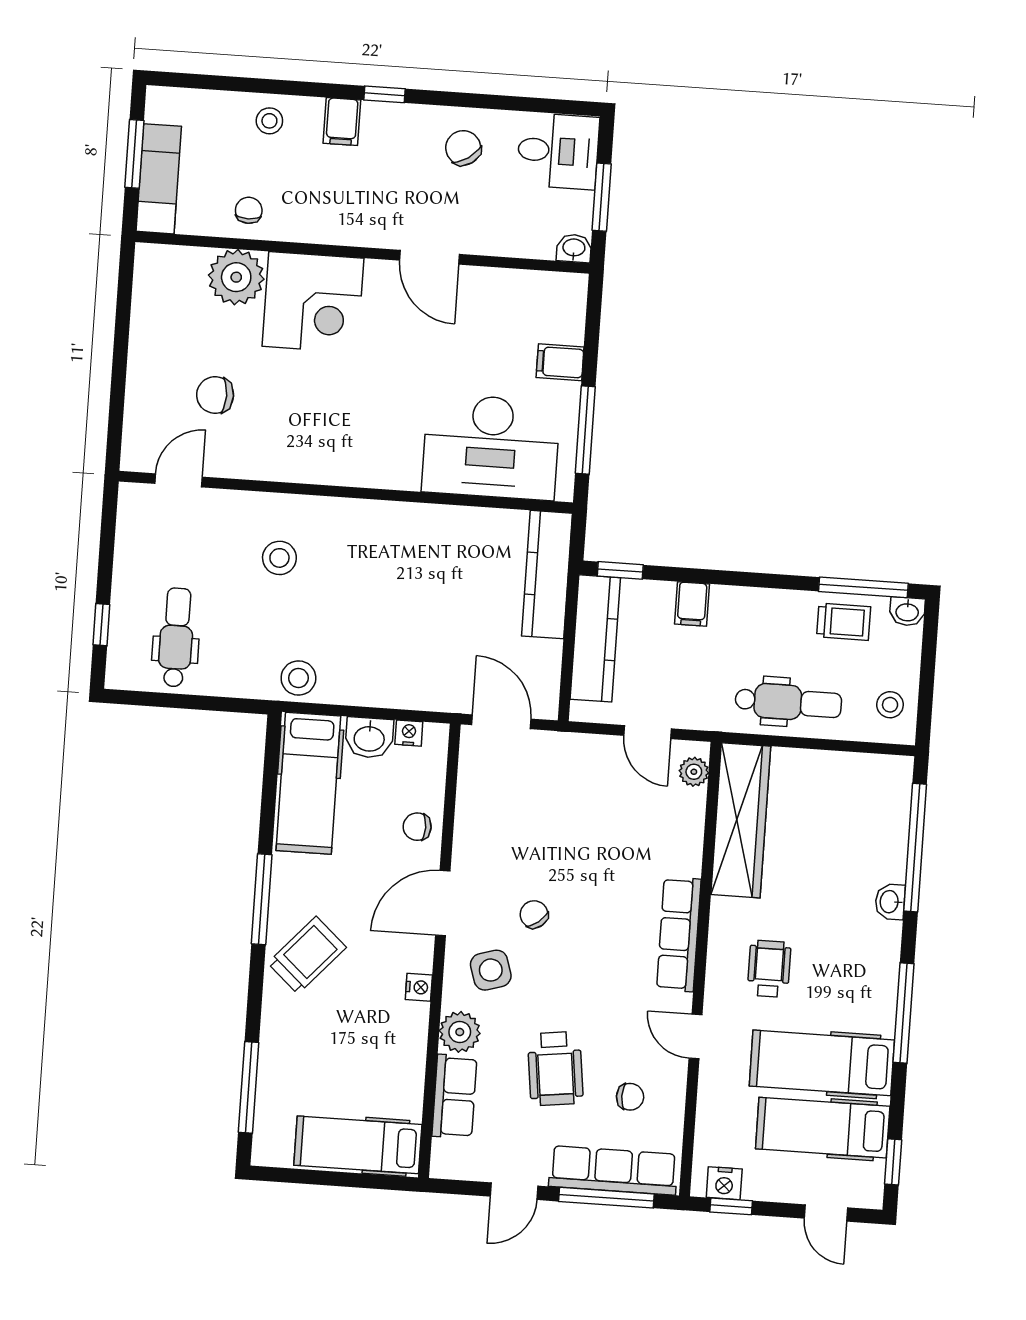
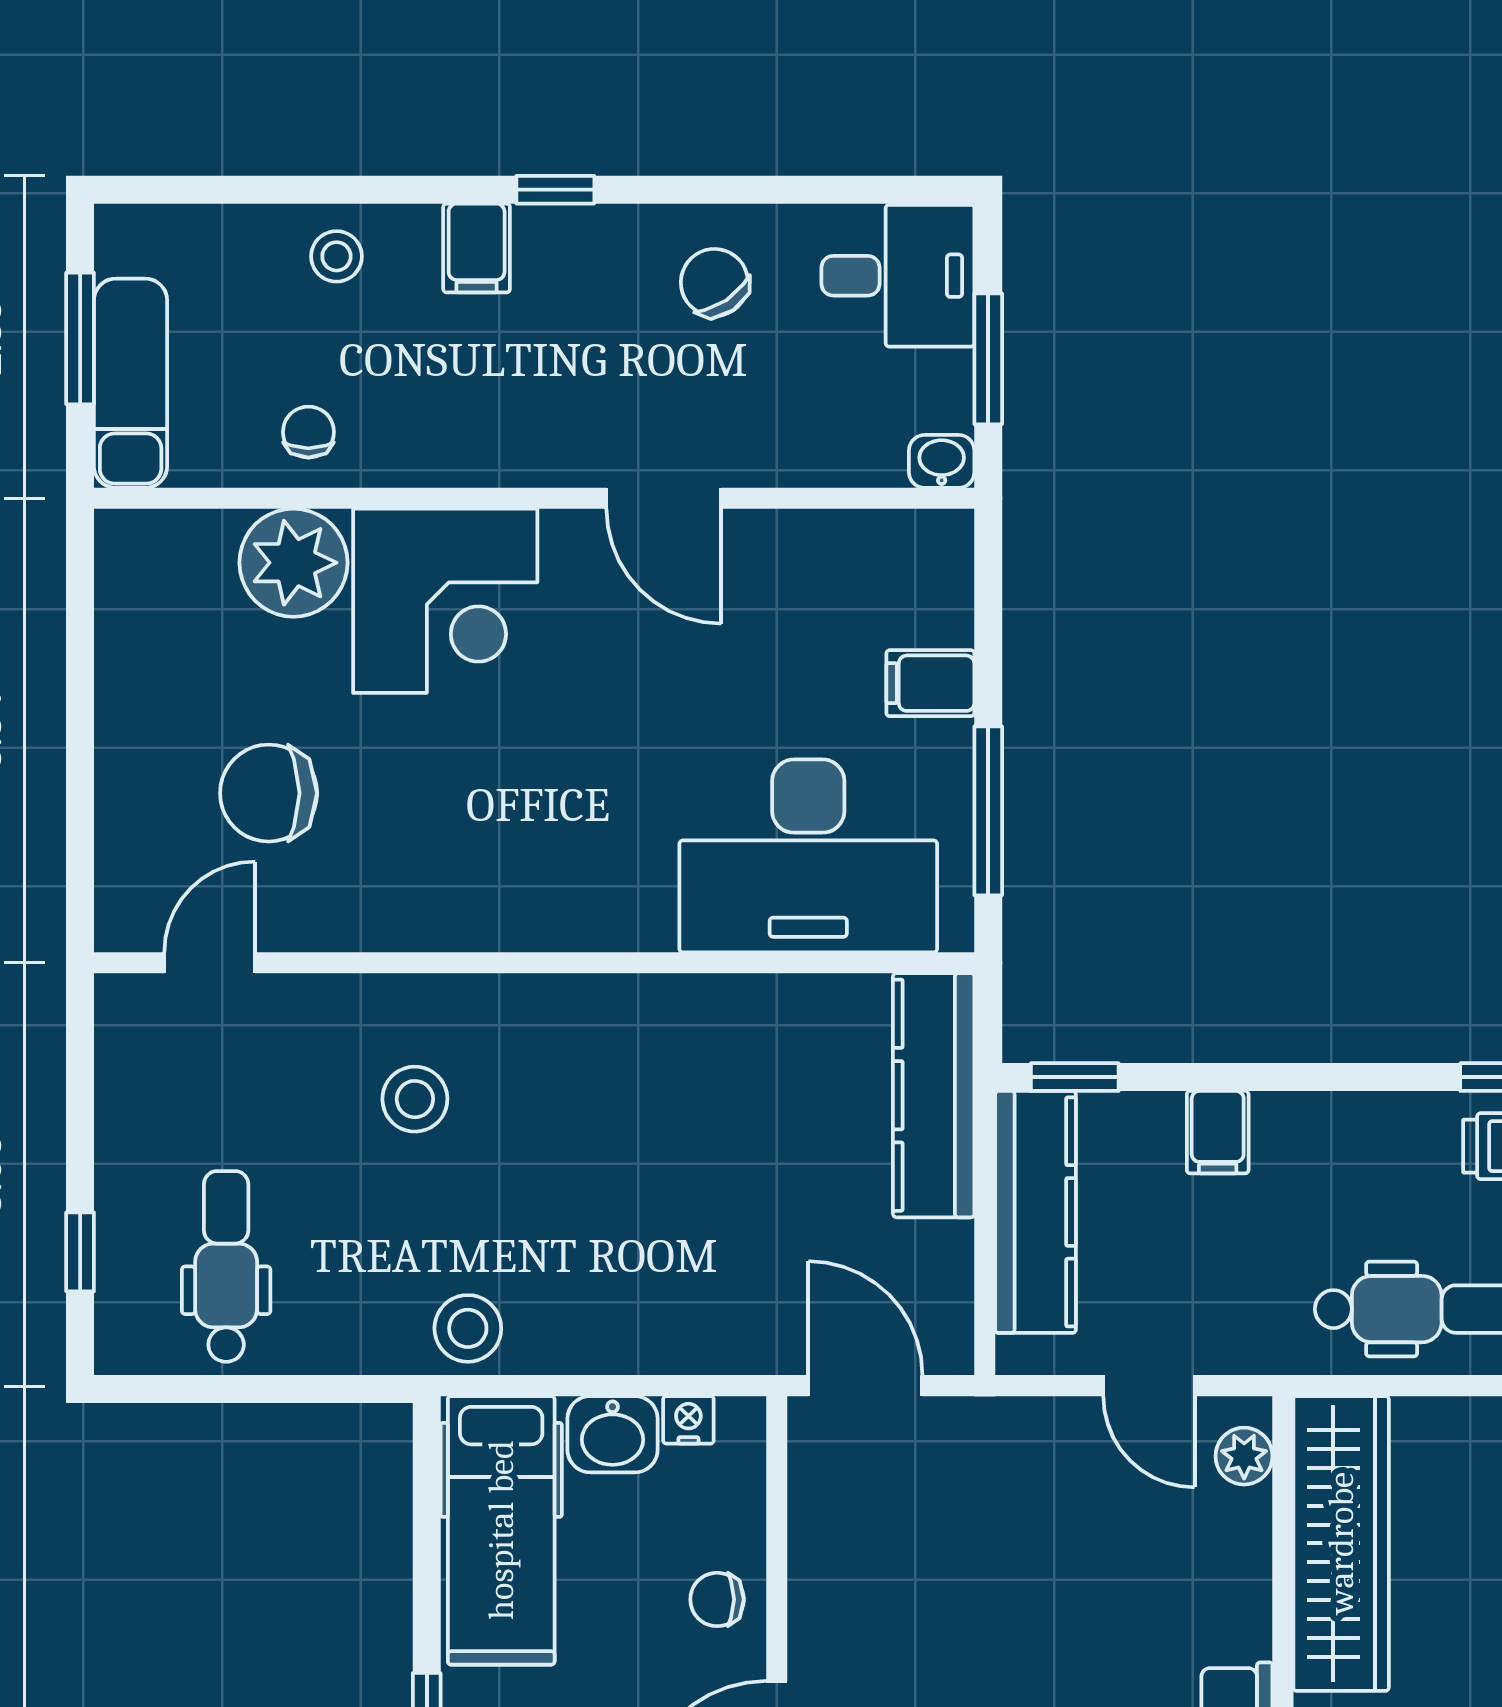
chair: (215, 395) -> (269, 793), width x1.37, depth x1.37

